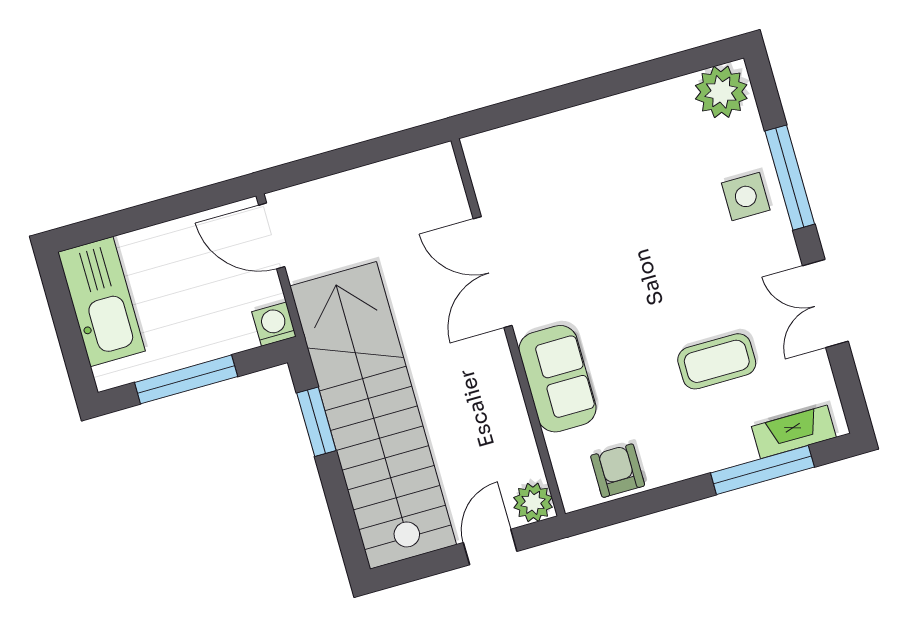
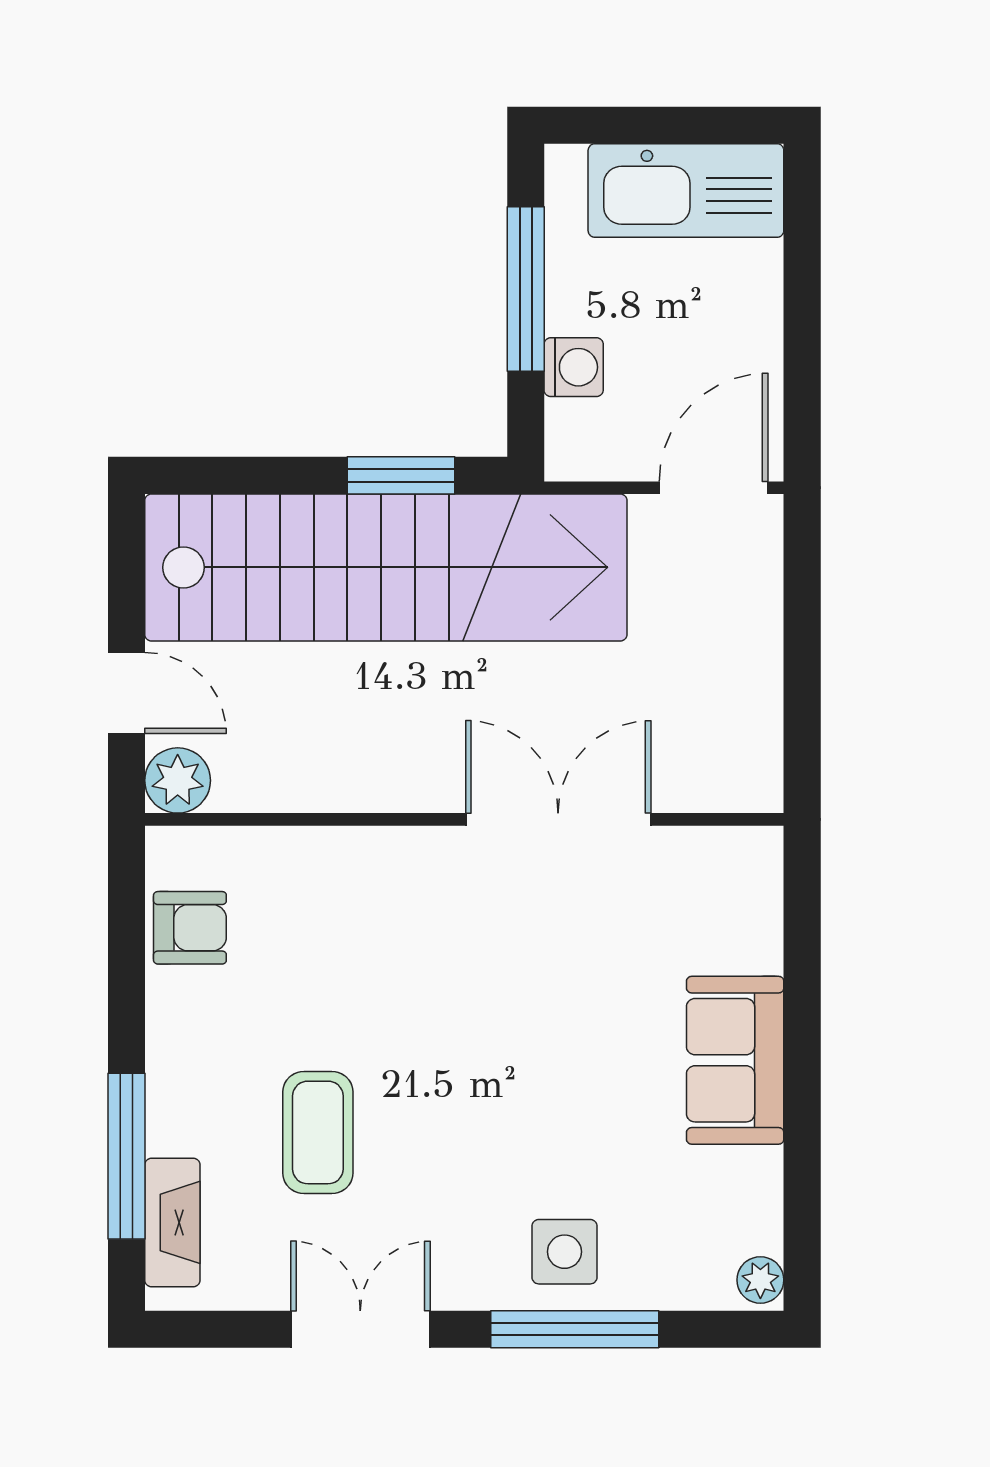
plant: (721, 92) -> (760, 1280), width x0.53, depth x0.53
washing machine: (274, 324) -> (574, 367), moved
sofa: (558, 379) -> (735, 1060), moved, turned 90

